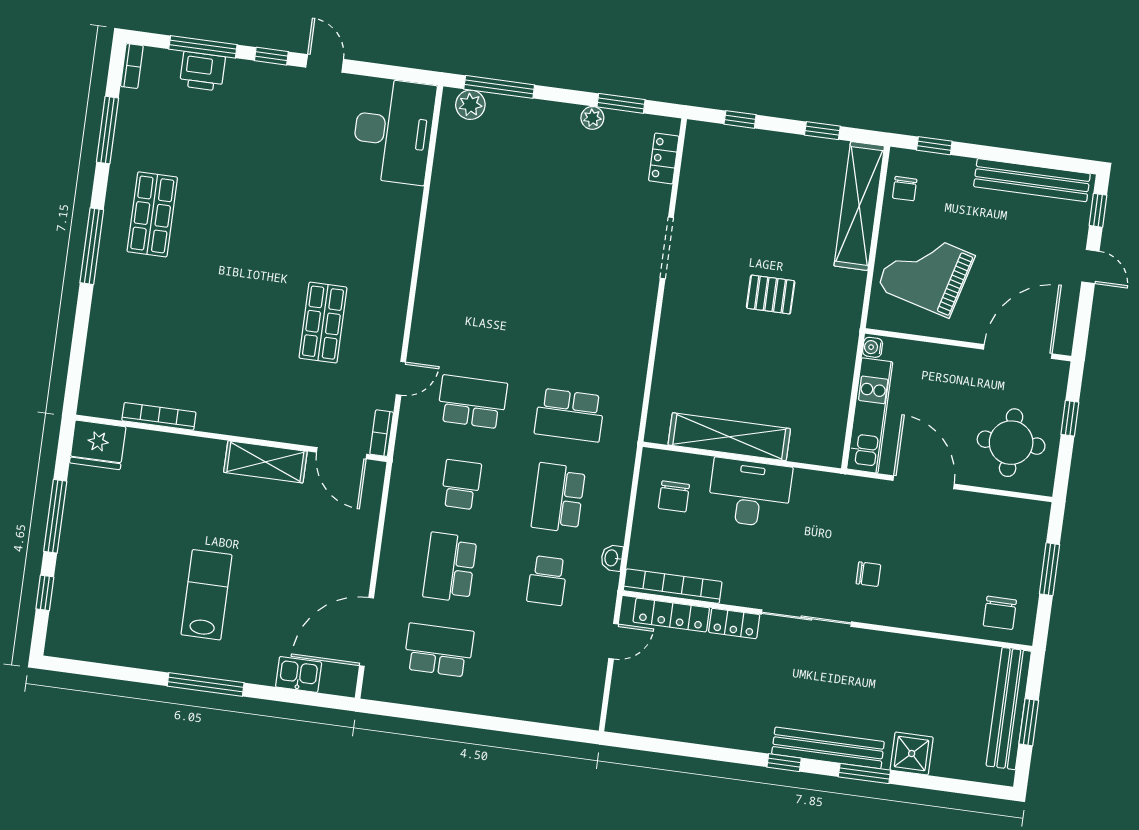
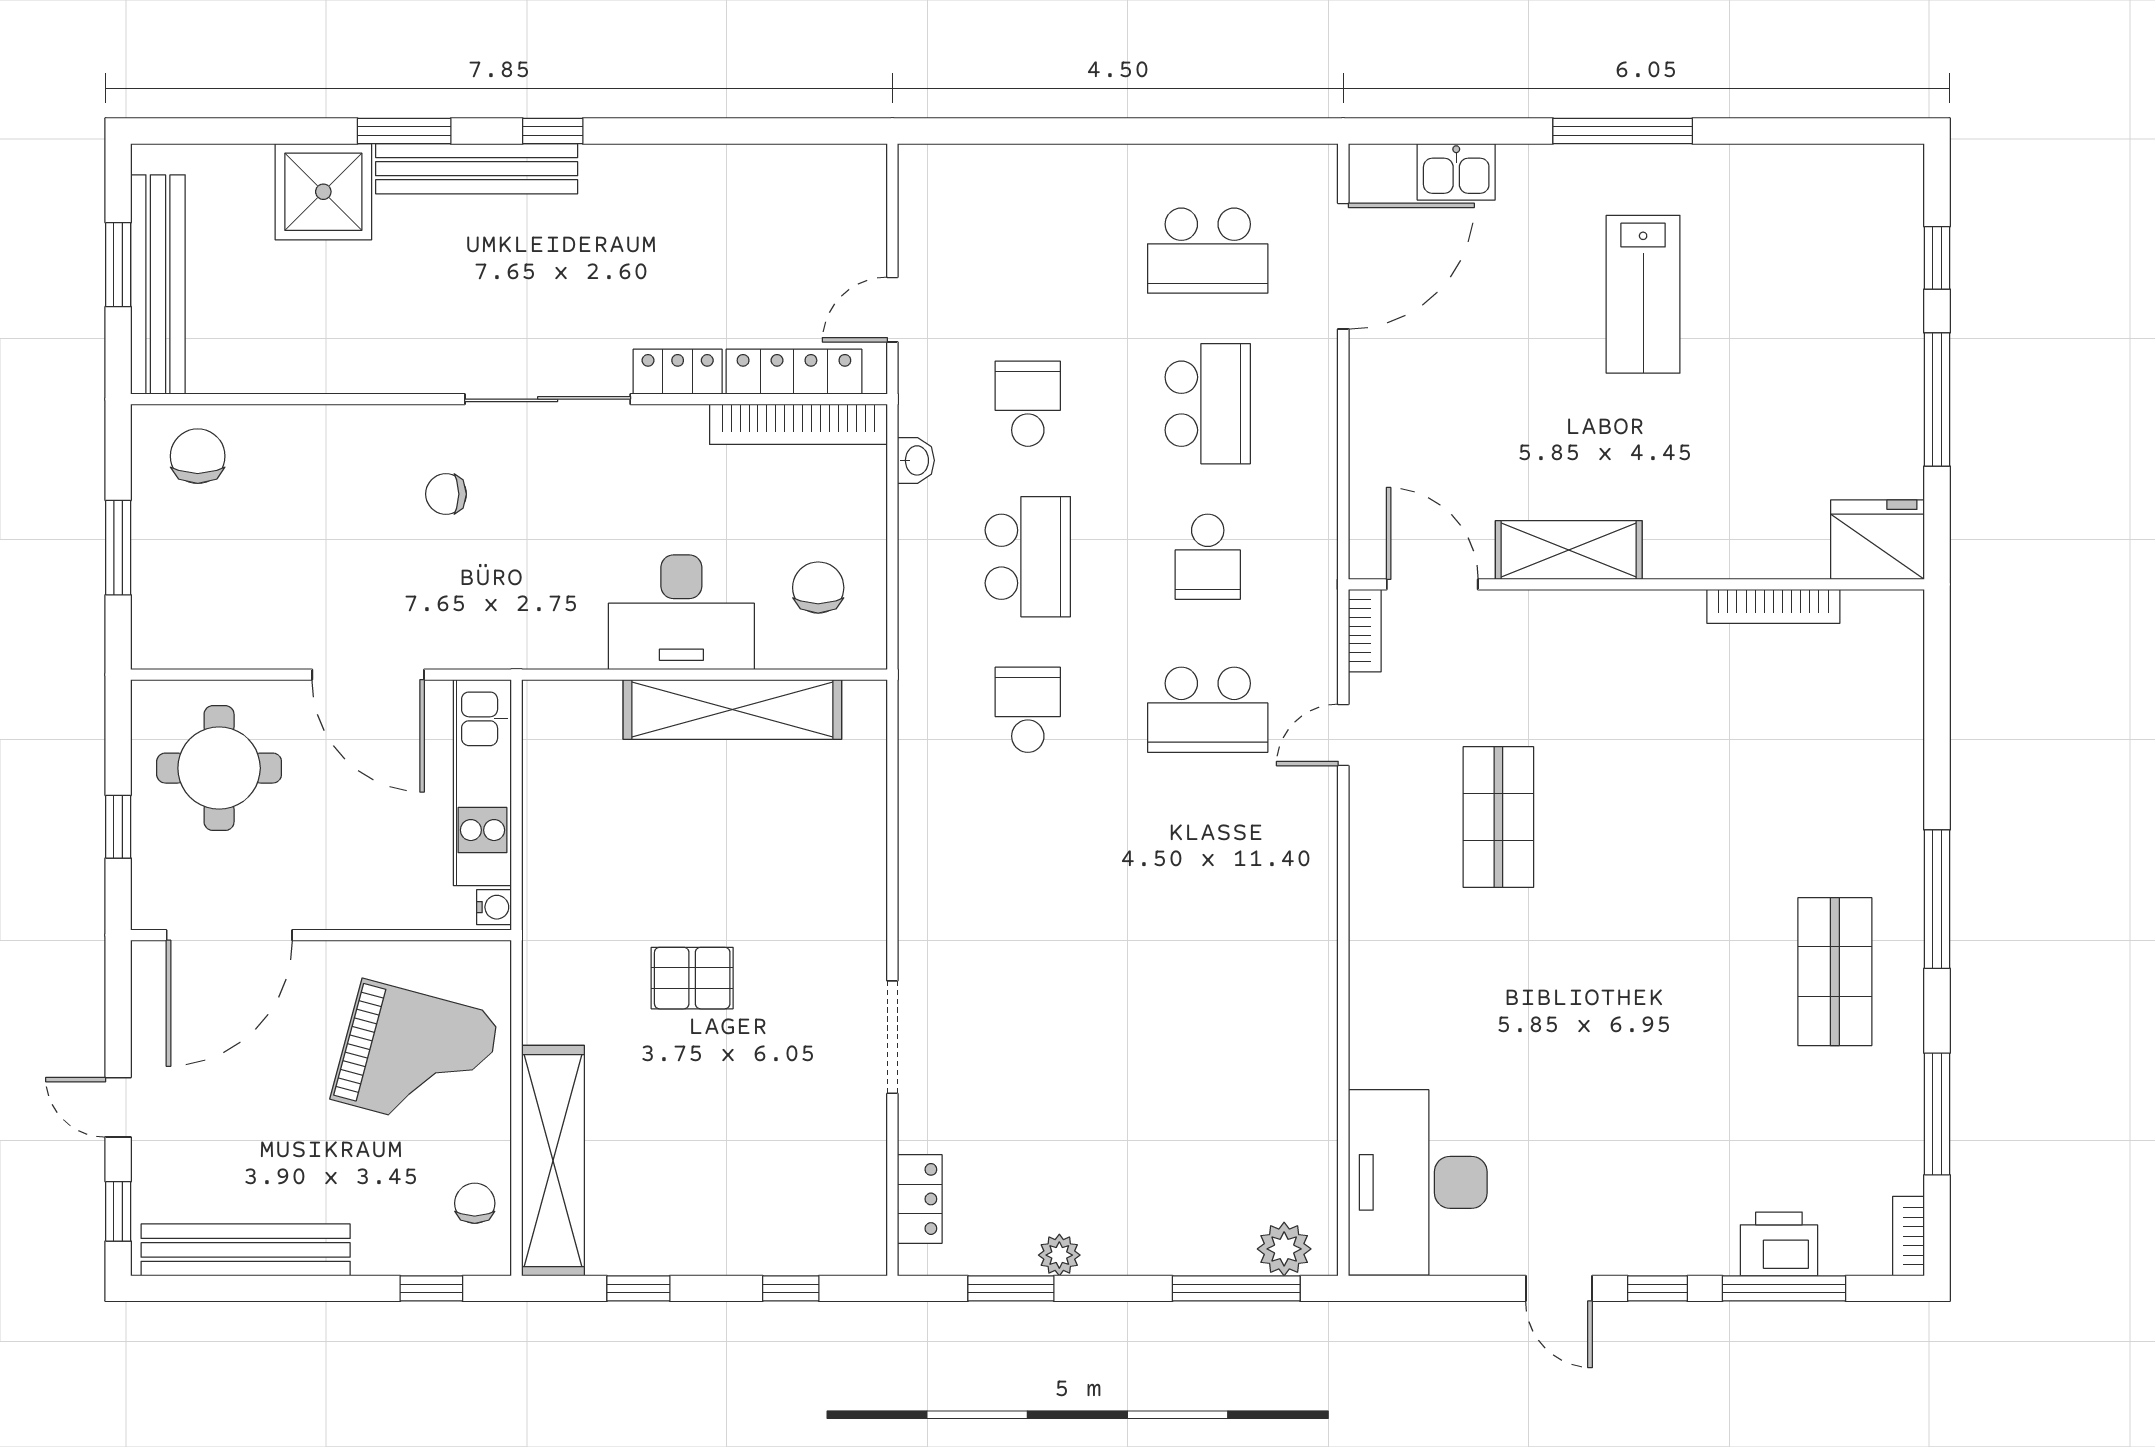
school desk: (570, 415) -> (1028, 710), width x0.54
shower: (912, 754) -> (323, 192), width x1.36, depth x1.36

